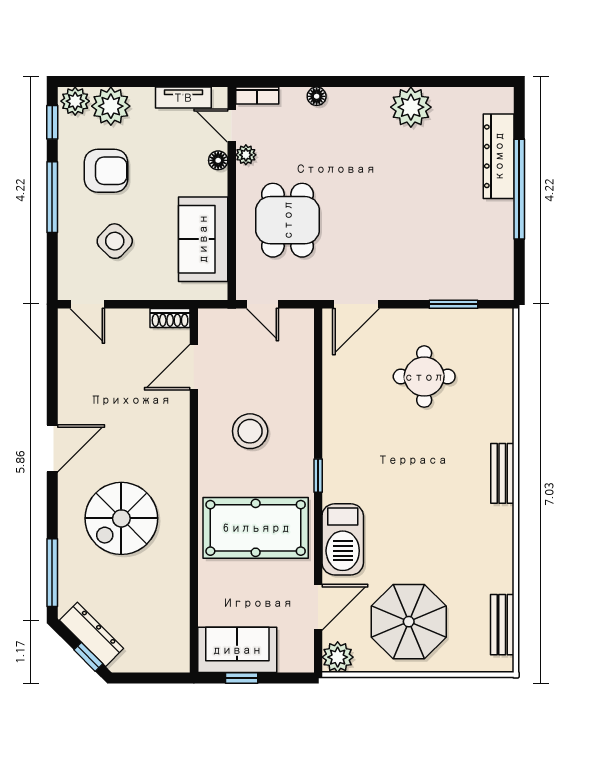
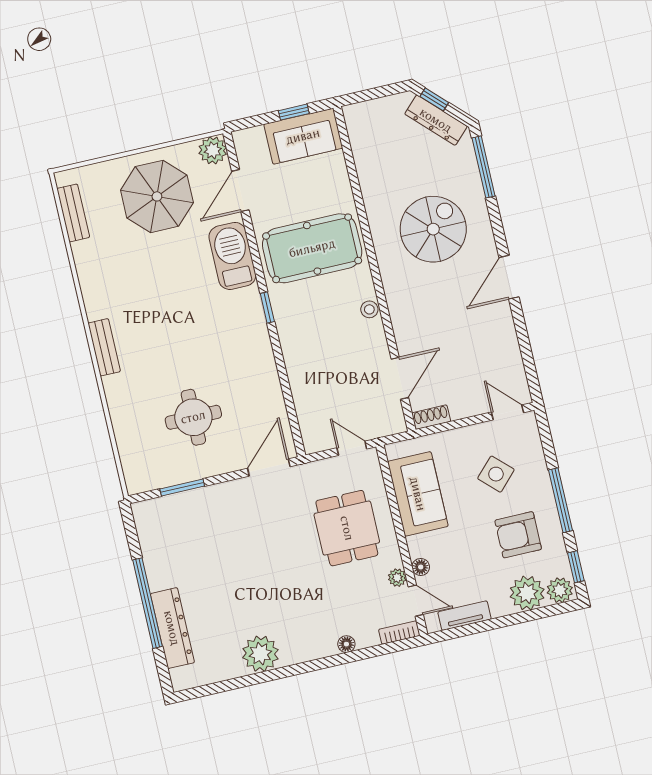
stool: (250, 431) -> (369, 309), moved, width x0.53, depth x0.53

